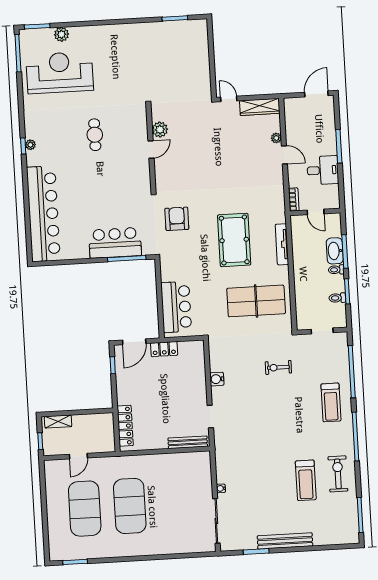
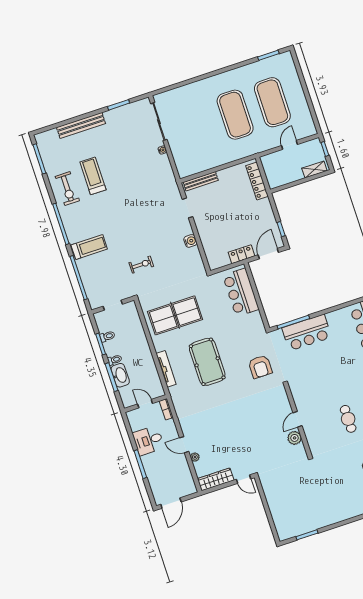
treadmill: (331, 402) -> (89, 247), turned 90
bench: (285, 541) -> (81, 125), moved

